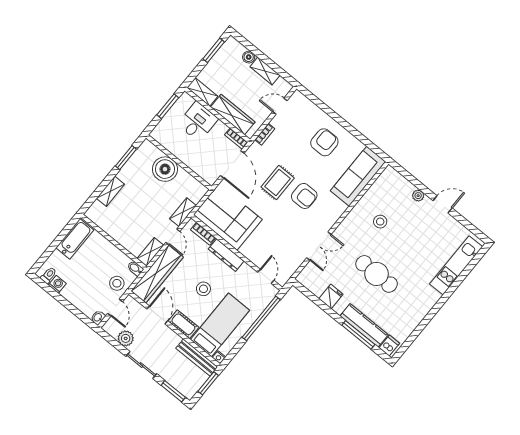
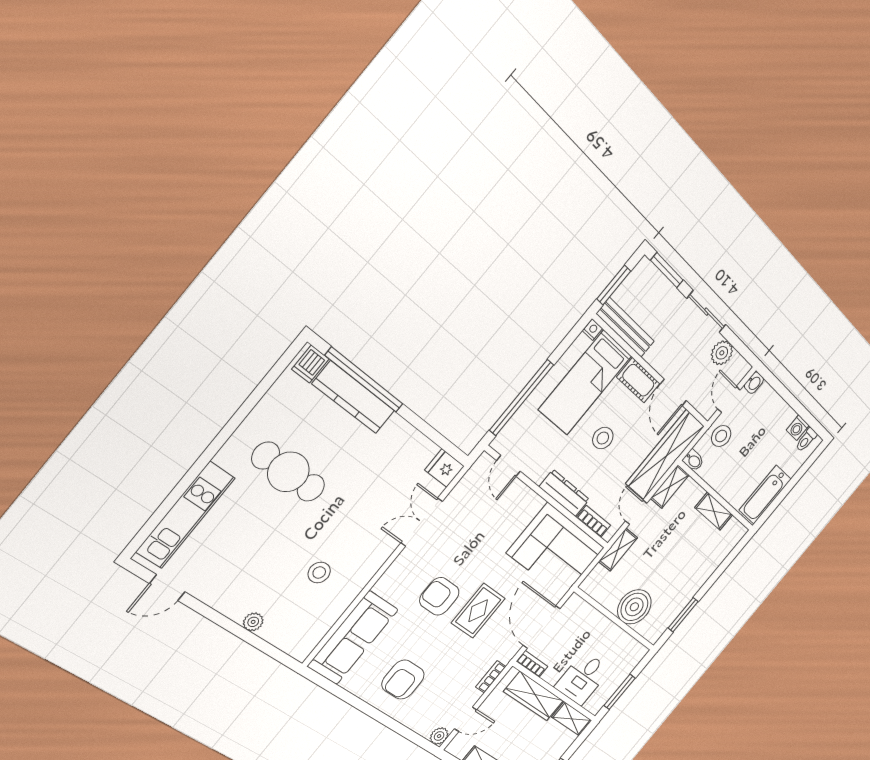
plant: (297, 97) -> (439, 736), added
shelving: (110, 191) -> (714, 511), moved, turned 90
door: (443, 204) -> (167, 588), moved
cafe table: (377, 274) -> (288, 472), moved
fridge: (331, 296) -> (444, 468), moved, turned 90
window: (358, 335) -> (364, 380), width x1.46

